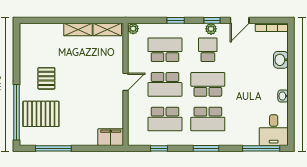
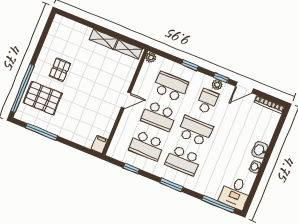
washbasin: (281, 60) -> (260, 150), moved
filing cabinet: (111, 137) -> (99, 144), width x0.50

